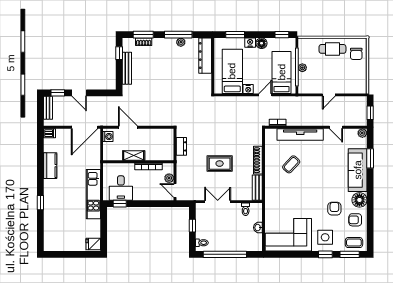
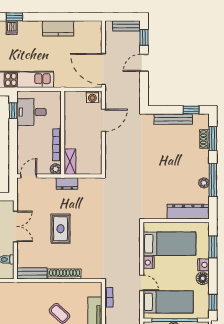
dishwasher: (50, 133) -> (12, 28), moved
dresser: (181, 146) -> (67, 183), moved
shelving: (134, 156) -> (70, 162), moved
plant: (169, 178) -> (56, 169), moved

